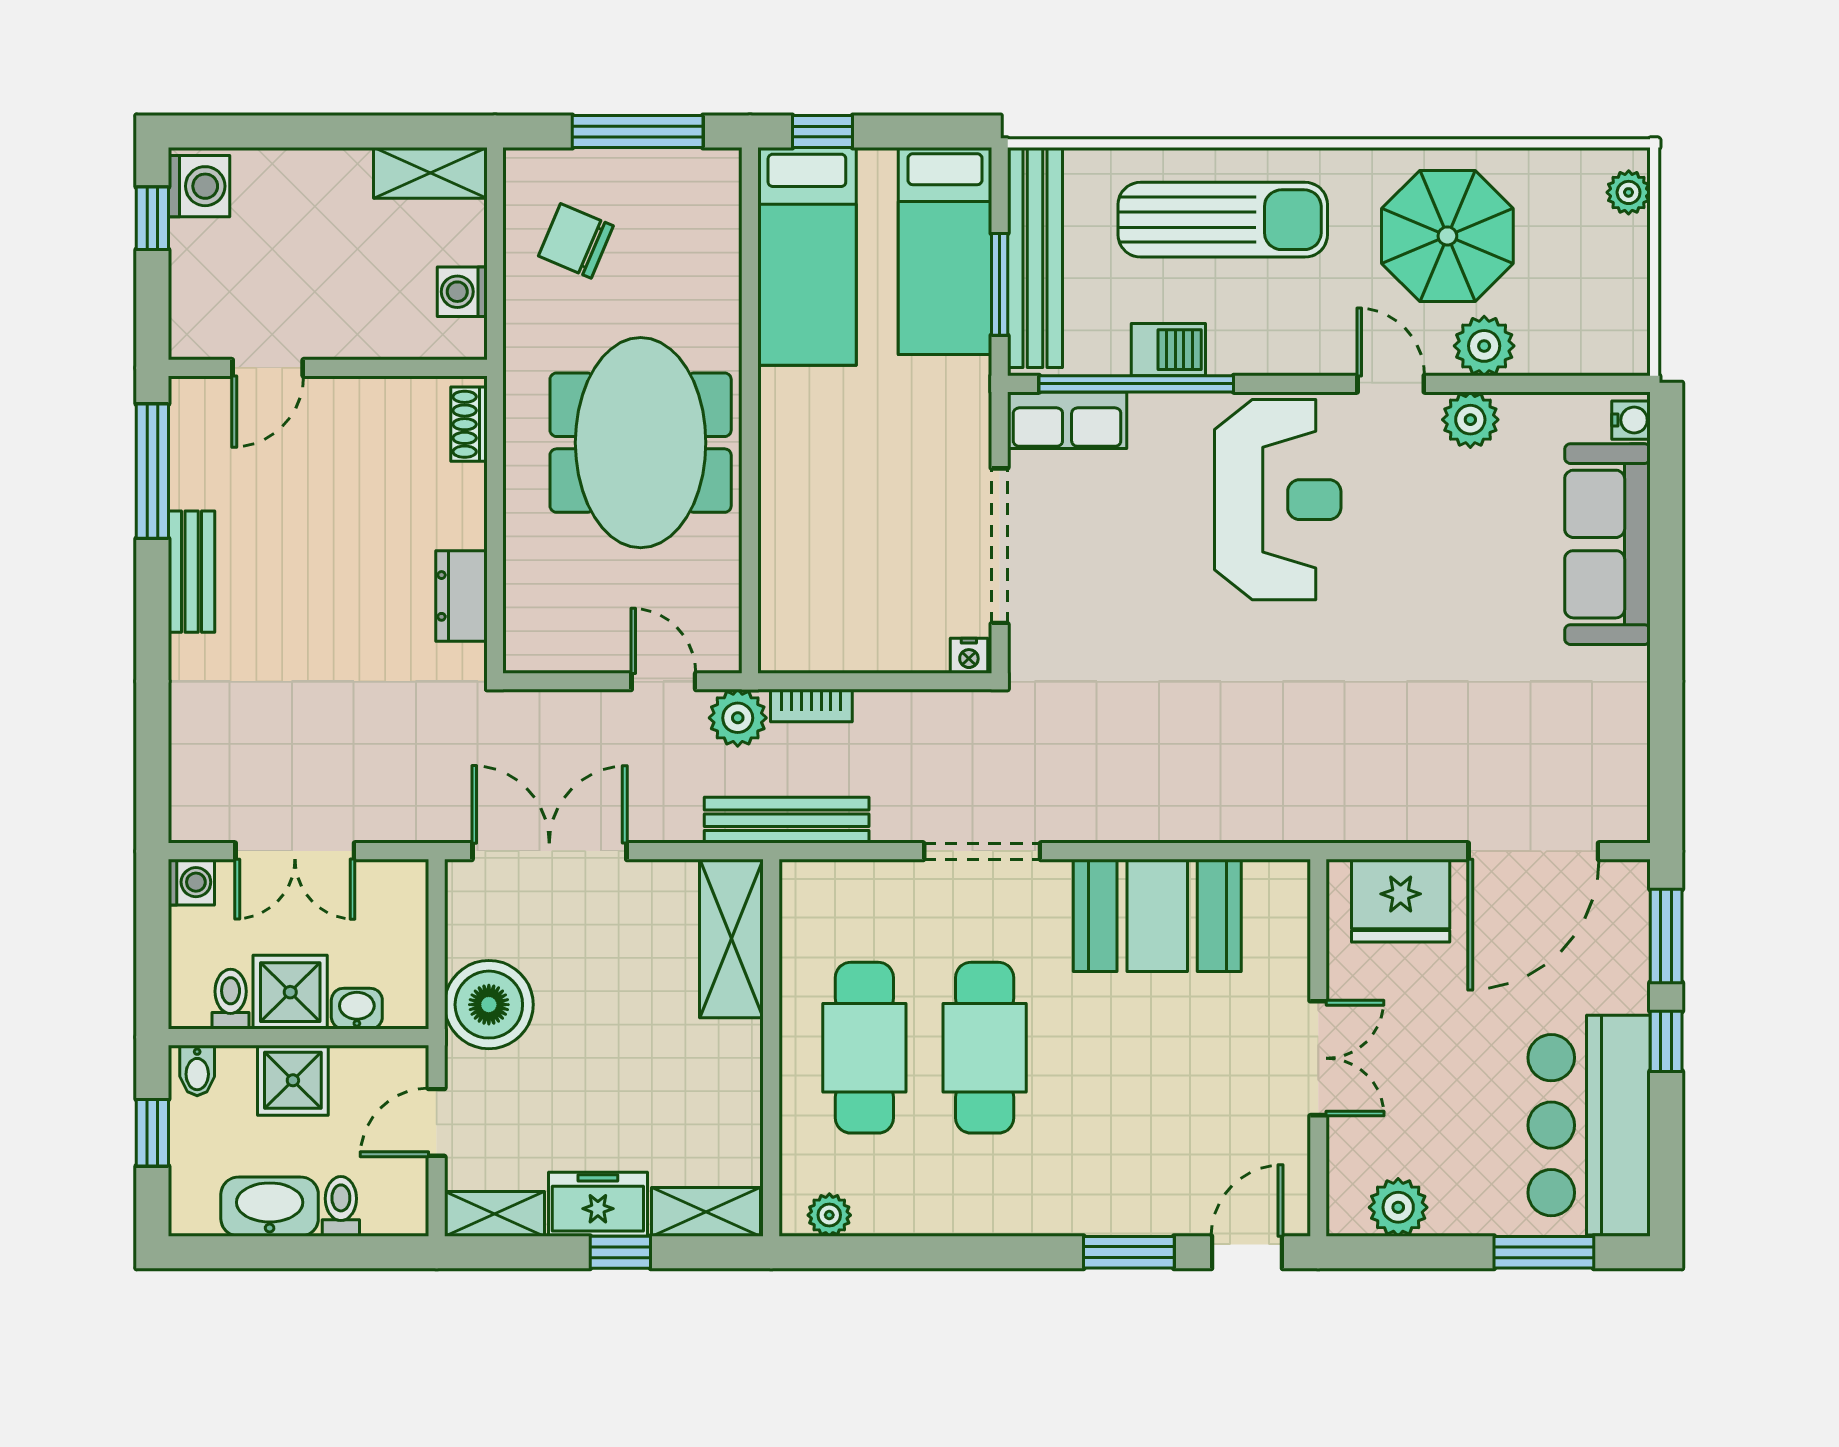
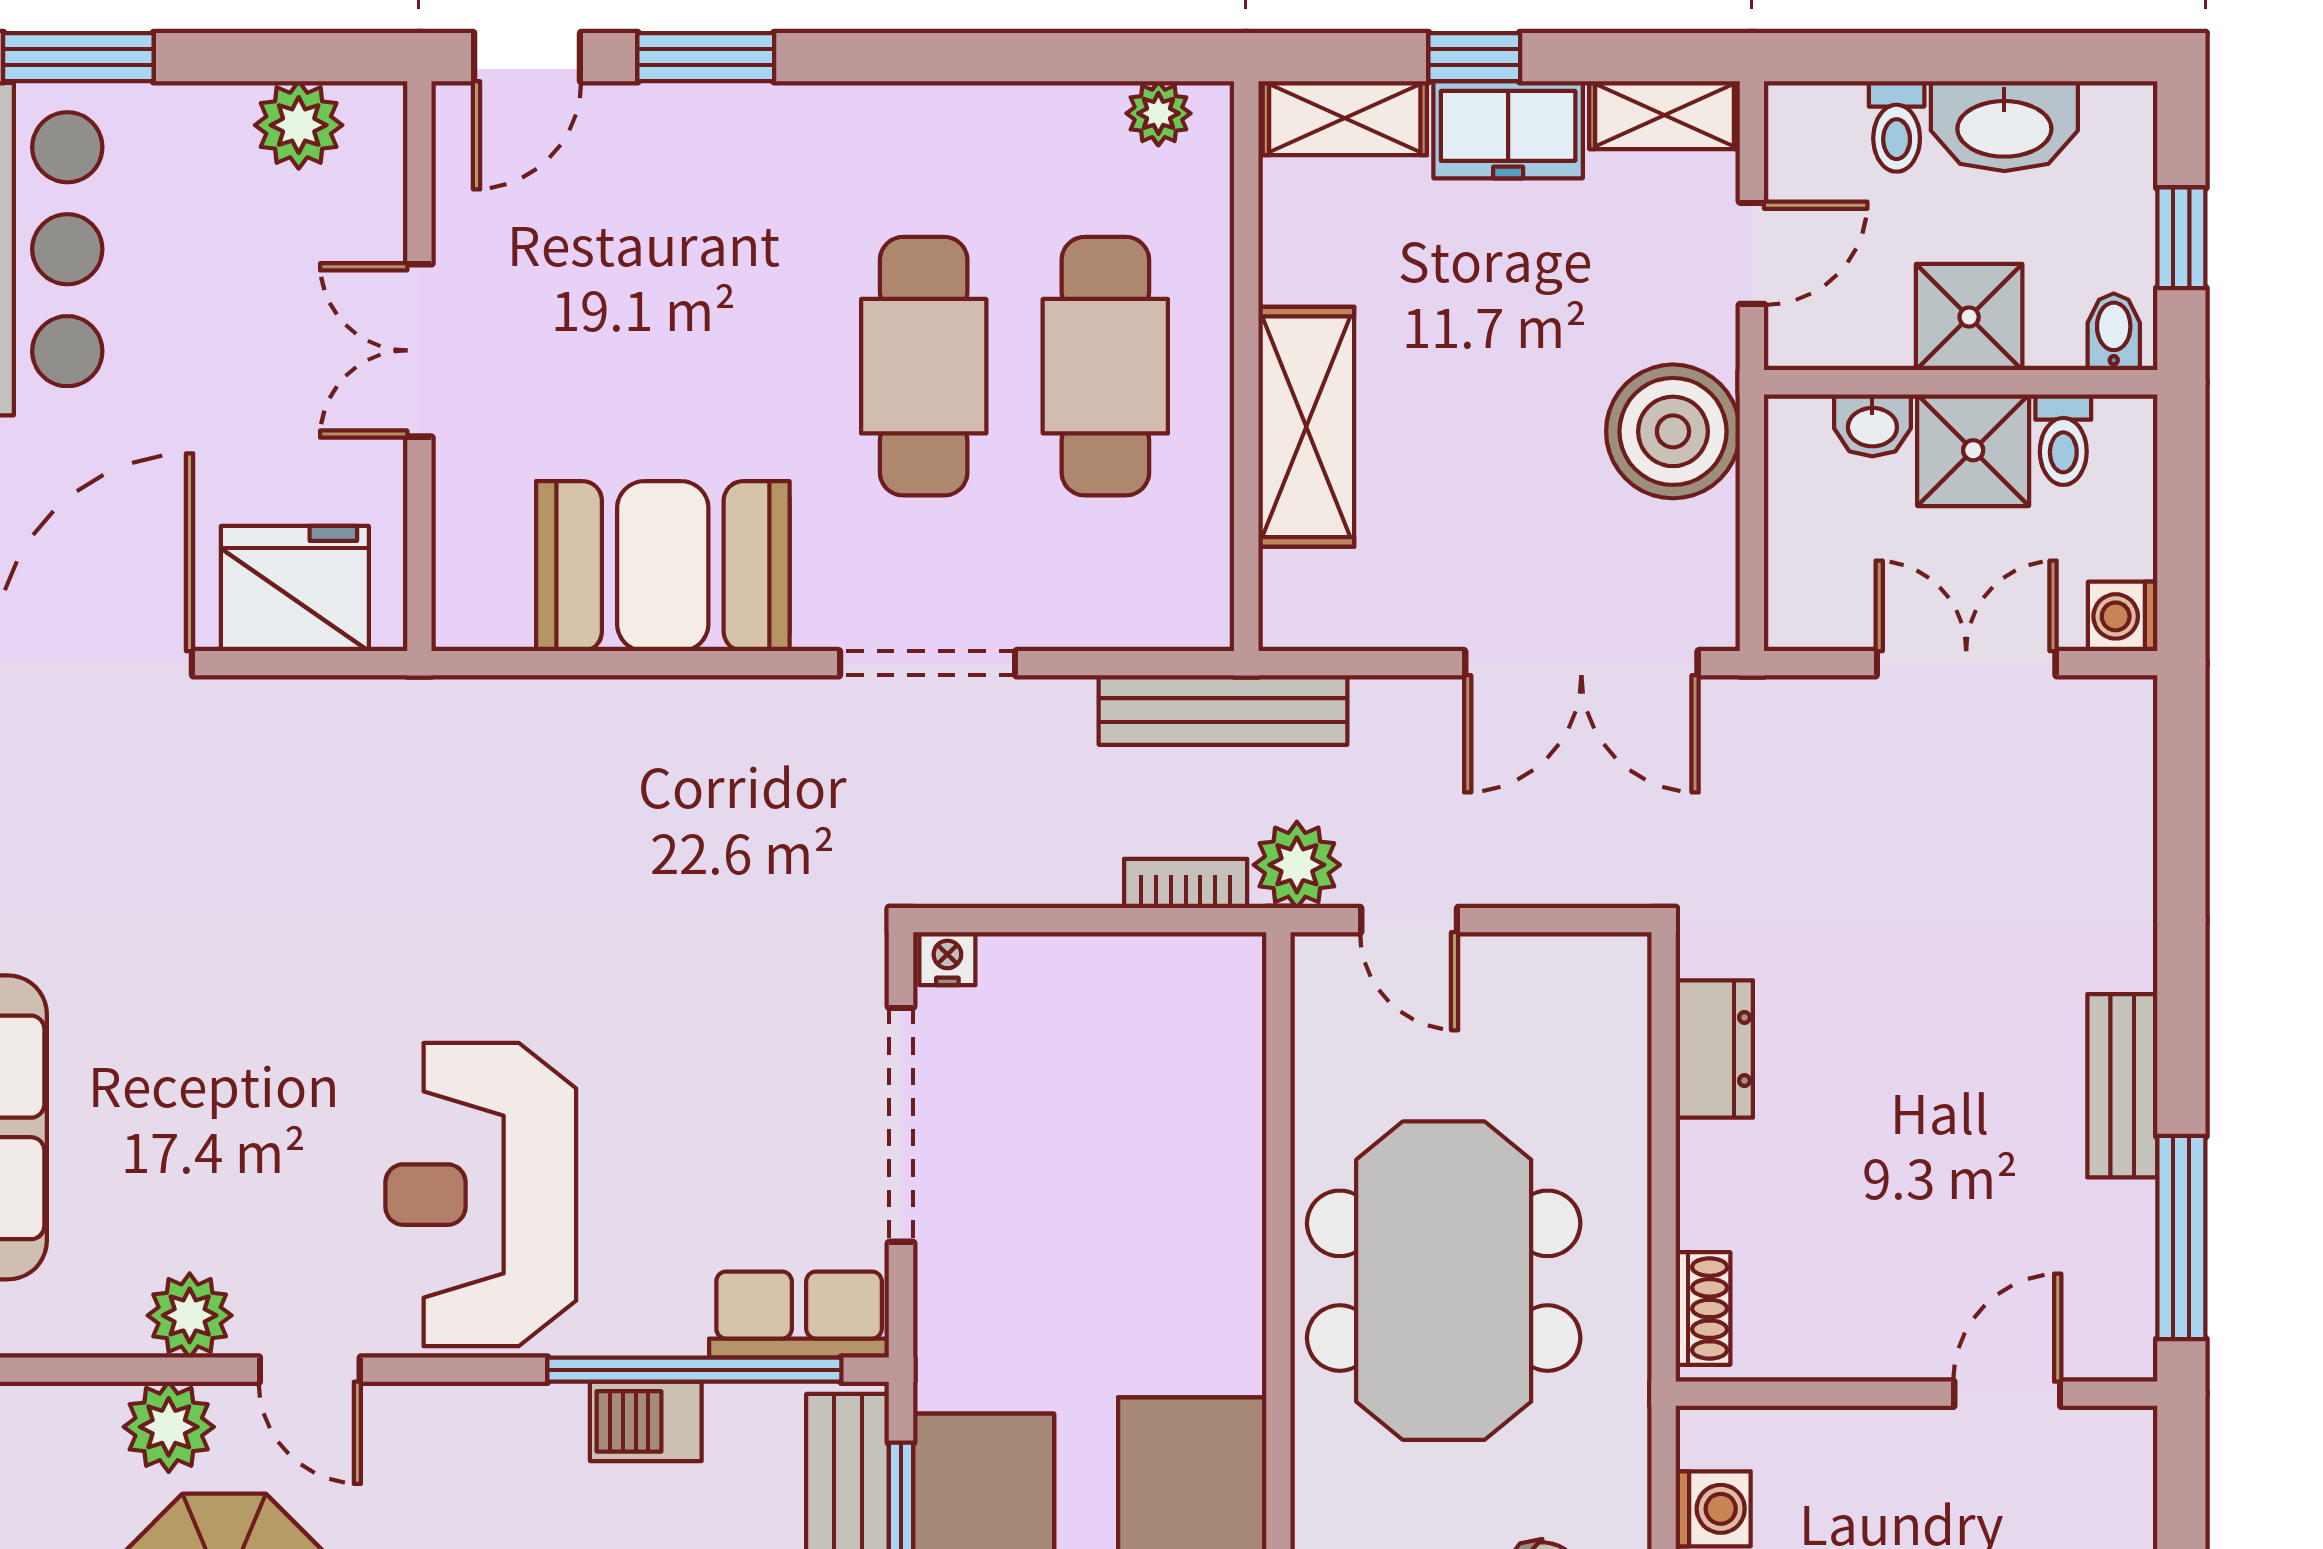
shelving: (731, 939) -> (1306, 427), moved

